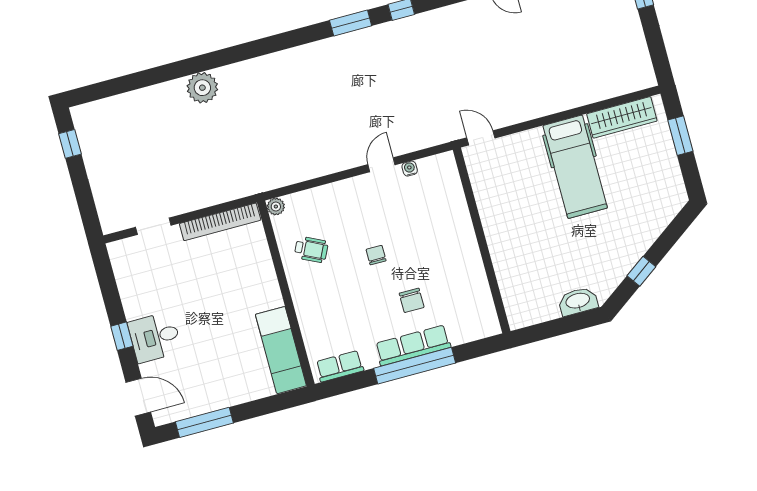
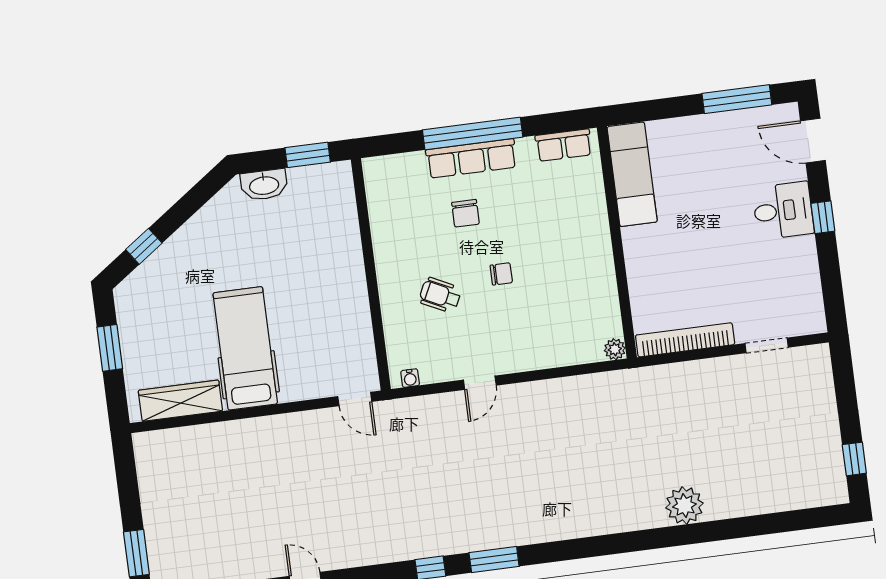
window: (680, 136) -> (110, 348), moved
water cooler: (410, 169) -> (410, 378), moved
wheelchair: (311, 249) -> (440, 295), moved
chair: (376, 255) -> (501, 274), turned -90
window: (641, 271) -> (144, 246), moved
chair: (412, 300) -> (466, 213), turned 180
window: (546, 330) -> (308, 155), added

